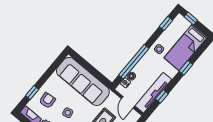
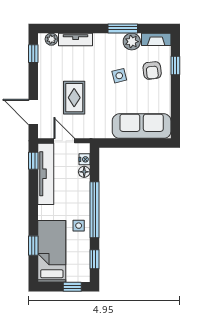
window: (134, 62) -> (94, 210), moved
window: (186, 68) -> (33, 246), moved
sofa: (83, 81) -> (142, 126), width x0.74, depth x0.79
window: (162, 96) -> (33, 161), moved

